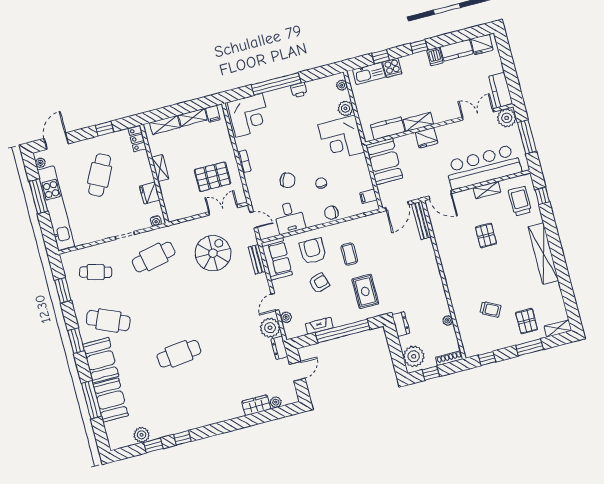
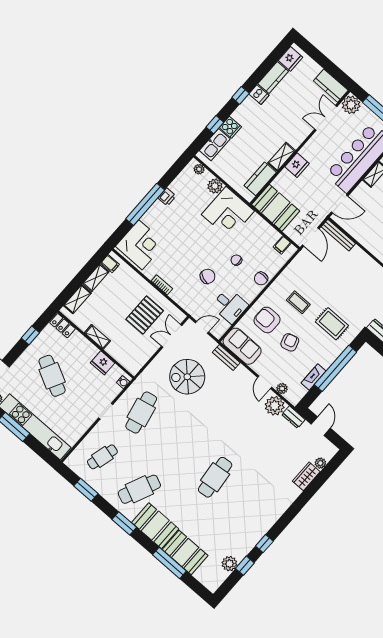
spiral stairs: (213, 253) -> (187, 377), turned -90

